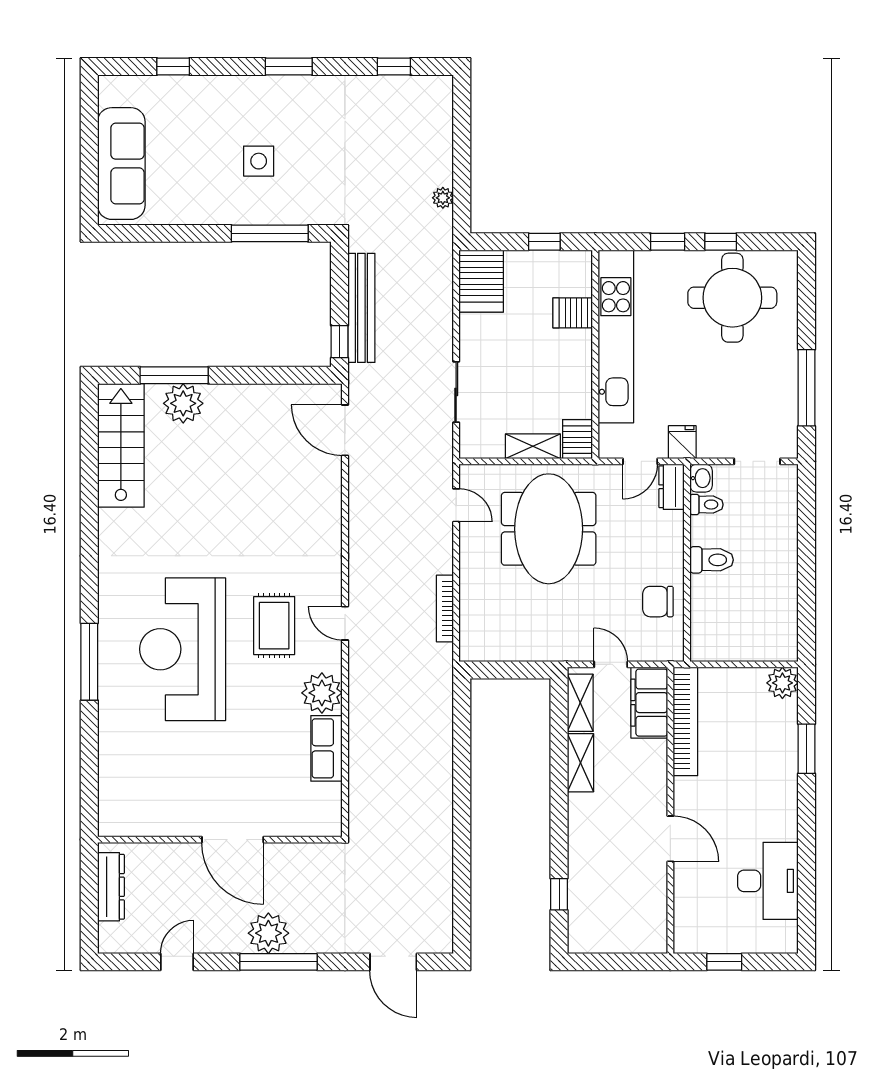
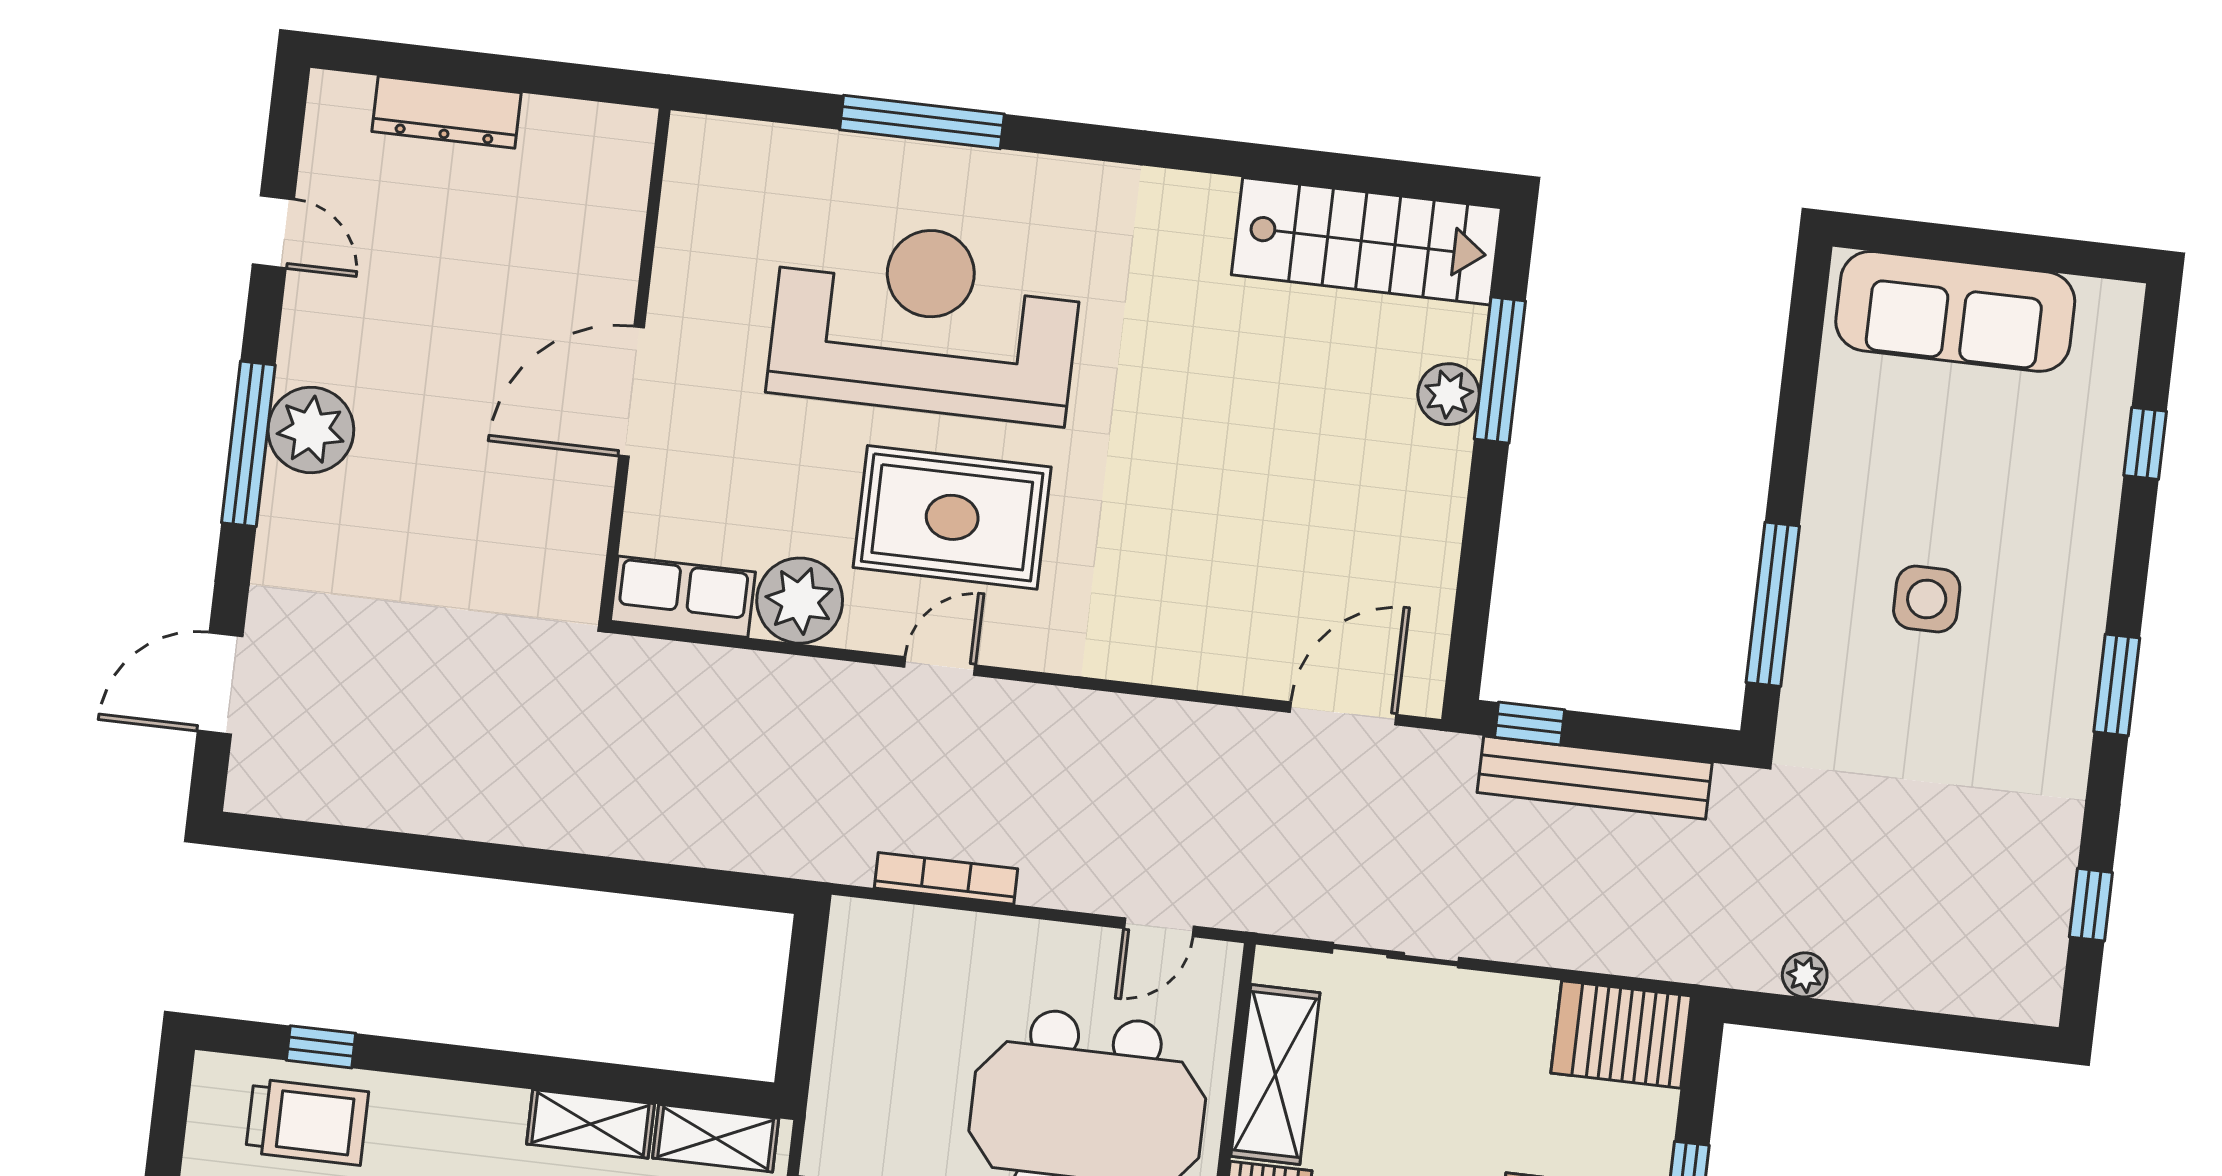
plant: (183, 403) -> (1449, 394), width x0.73, depth x0.73
shelving: (533, 446) -> (1275, 1074), width x1.50, depth x1.33
rug: (274, 626) -> (952, 517), width x1.36, depth x1.43
wall: (220, 840) -> (635, 365), moved
door: (233, 840) -> (632, 392), moved
trolley: (595, 897) -> (307, 1122), added

